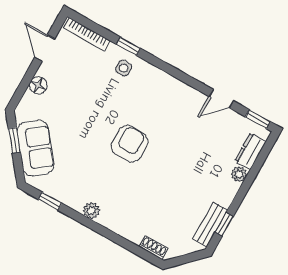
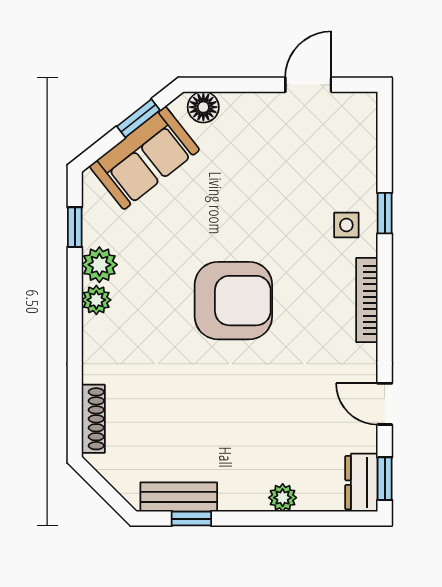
bookcase: (87, 34) -> (367, 300), moved
floor lamp: (38, 85) -> (203, 107), moved
armchair: (129, 144) -> (233, 301), width x1.36, depth x1.36
dresser: (250, 151) -> (361, 483), moved, turned -90
plant: (75, 199) -> (99, 265), added
shoe rack: (154, 248) -> (93, 419), width x1.43

